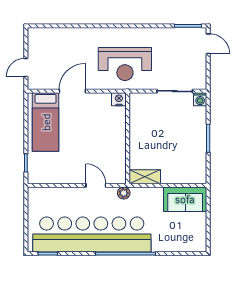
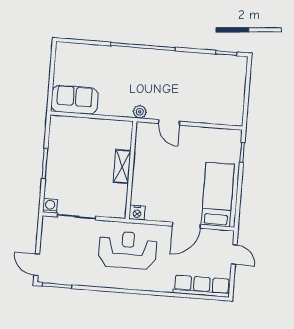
row of seats: (54, 36) -> (202, 286), added
door: (26, 68) -> (234, 254), hinge flipped
shelving: (145, 177) -> (122, 166), moved, turned 90
bar counter: (92, 234) -> (178, 70), removed

